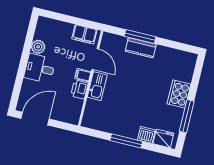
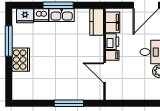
filing cabinet: (84, 34) -> (113, 22), moved, turned 90
kitchen counter: (141, 48) -> (97, 22), moved, turned -90
kitchen sink: (97, 86) -> (62, 15), moved, turned -90

